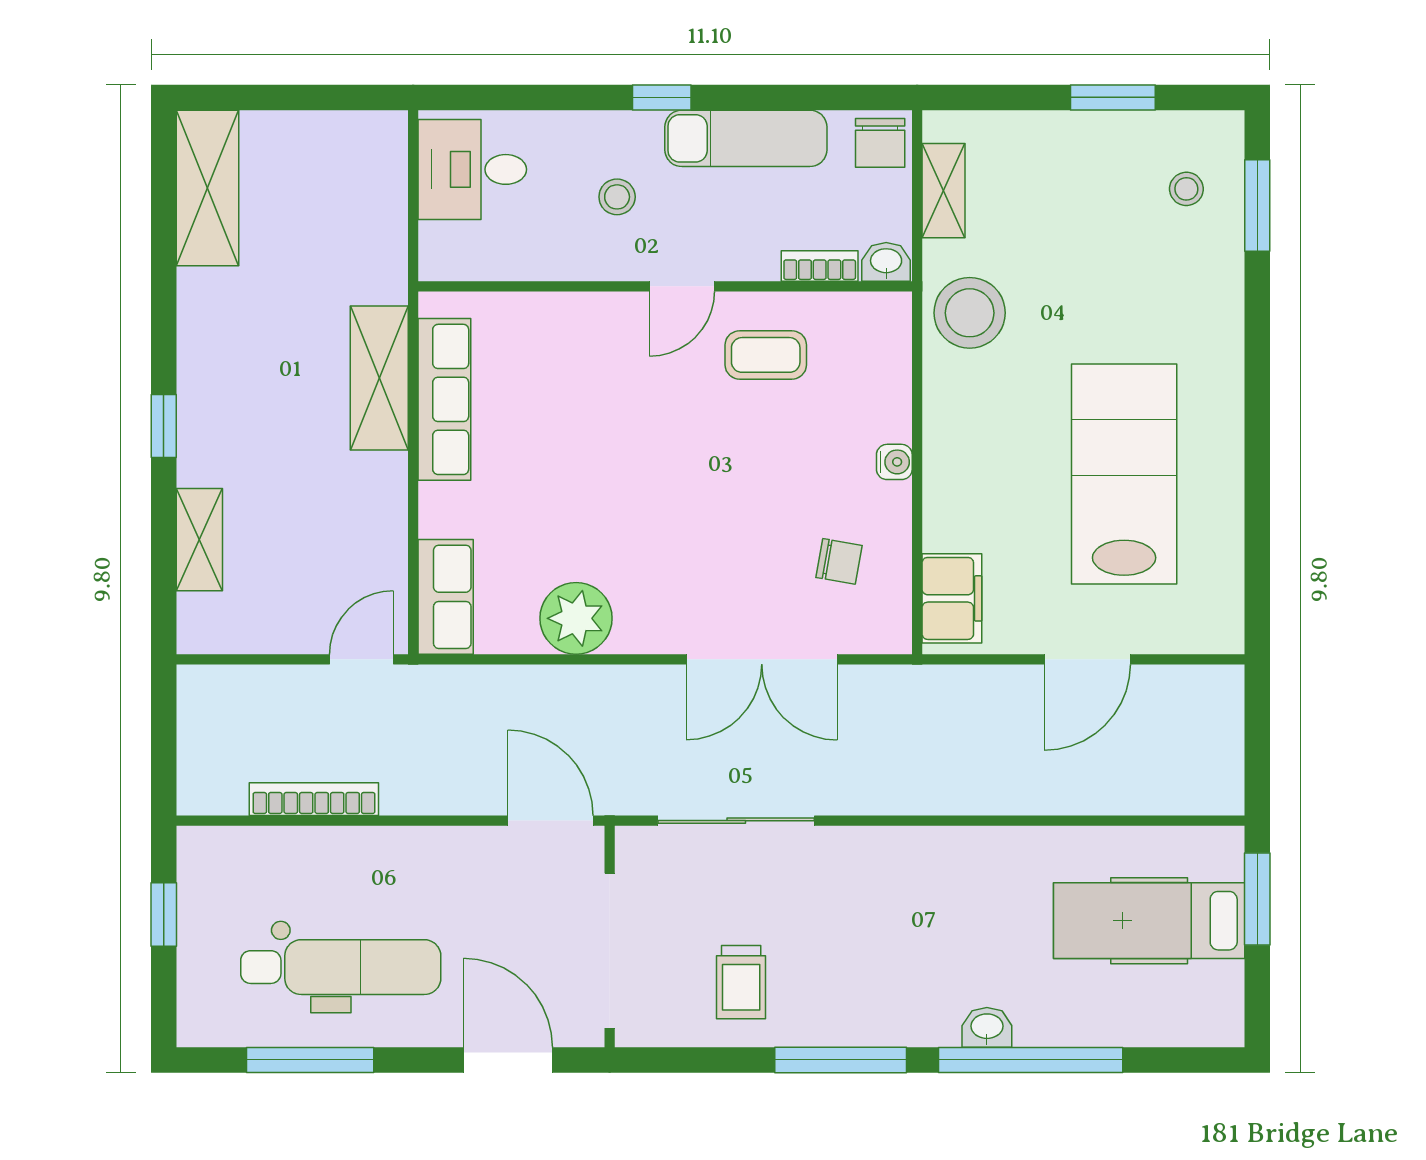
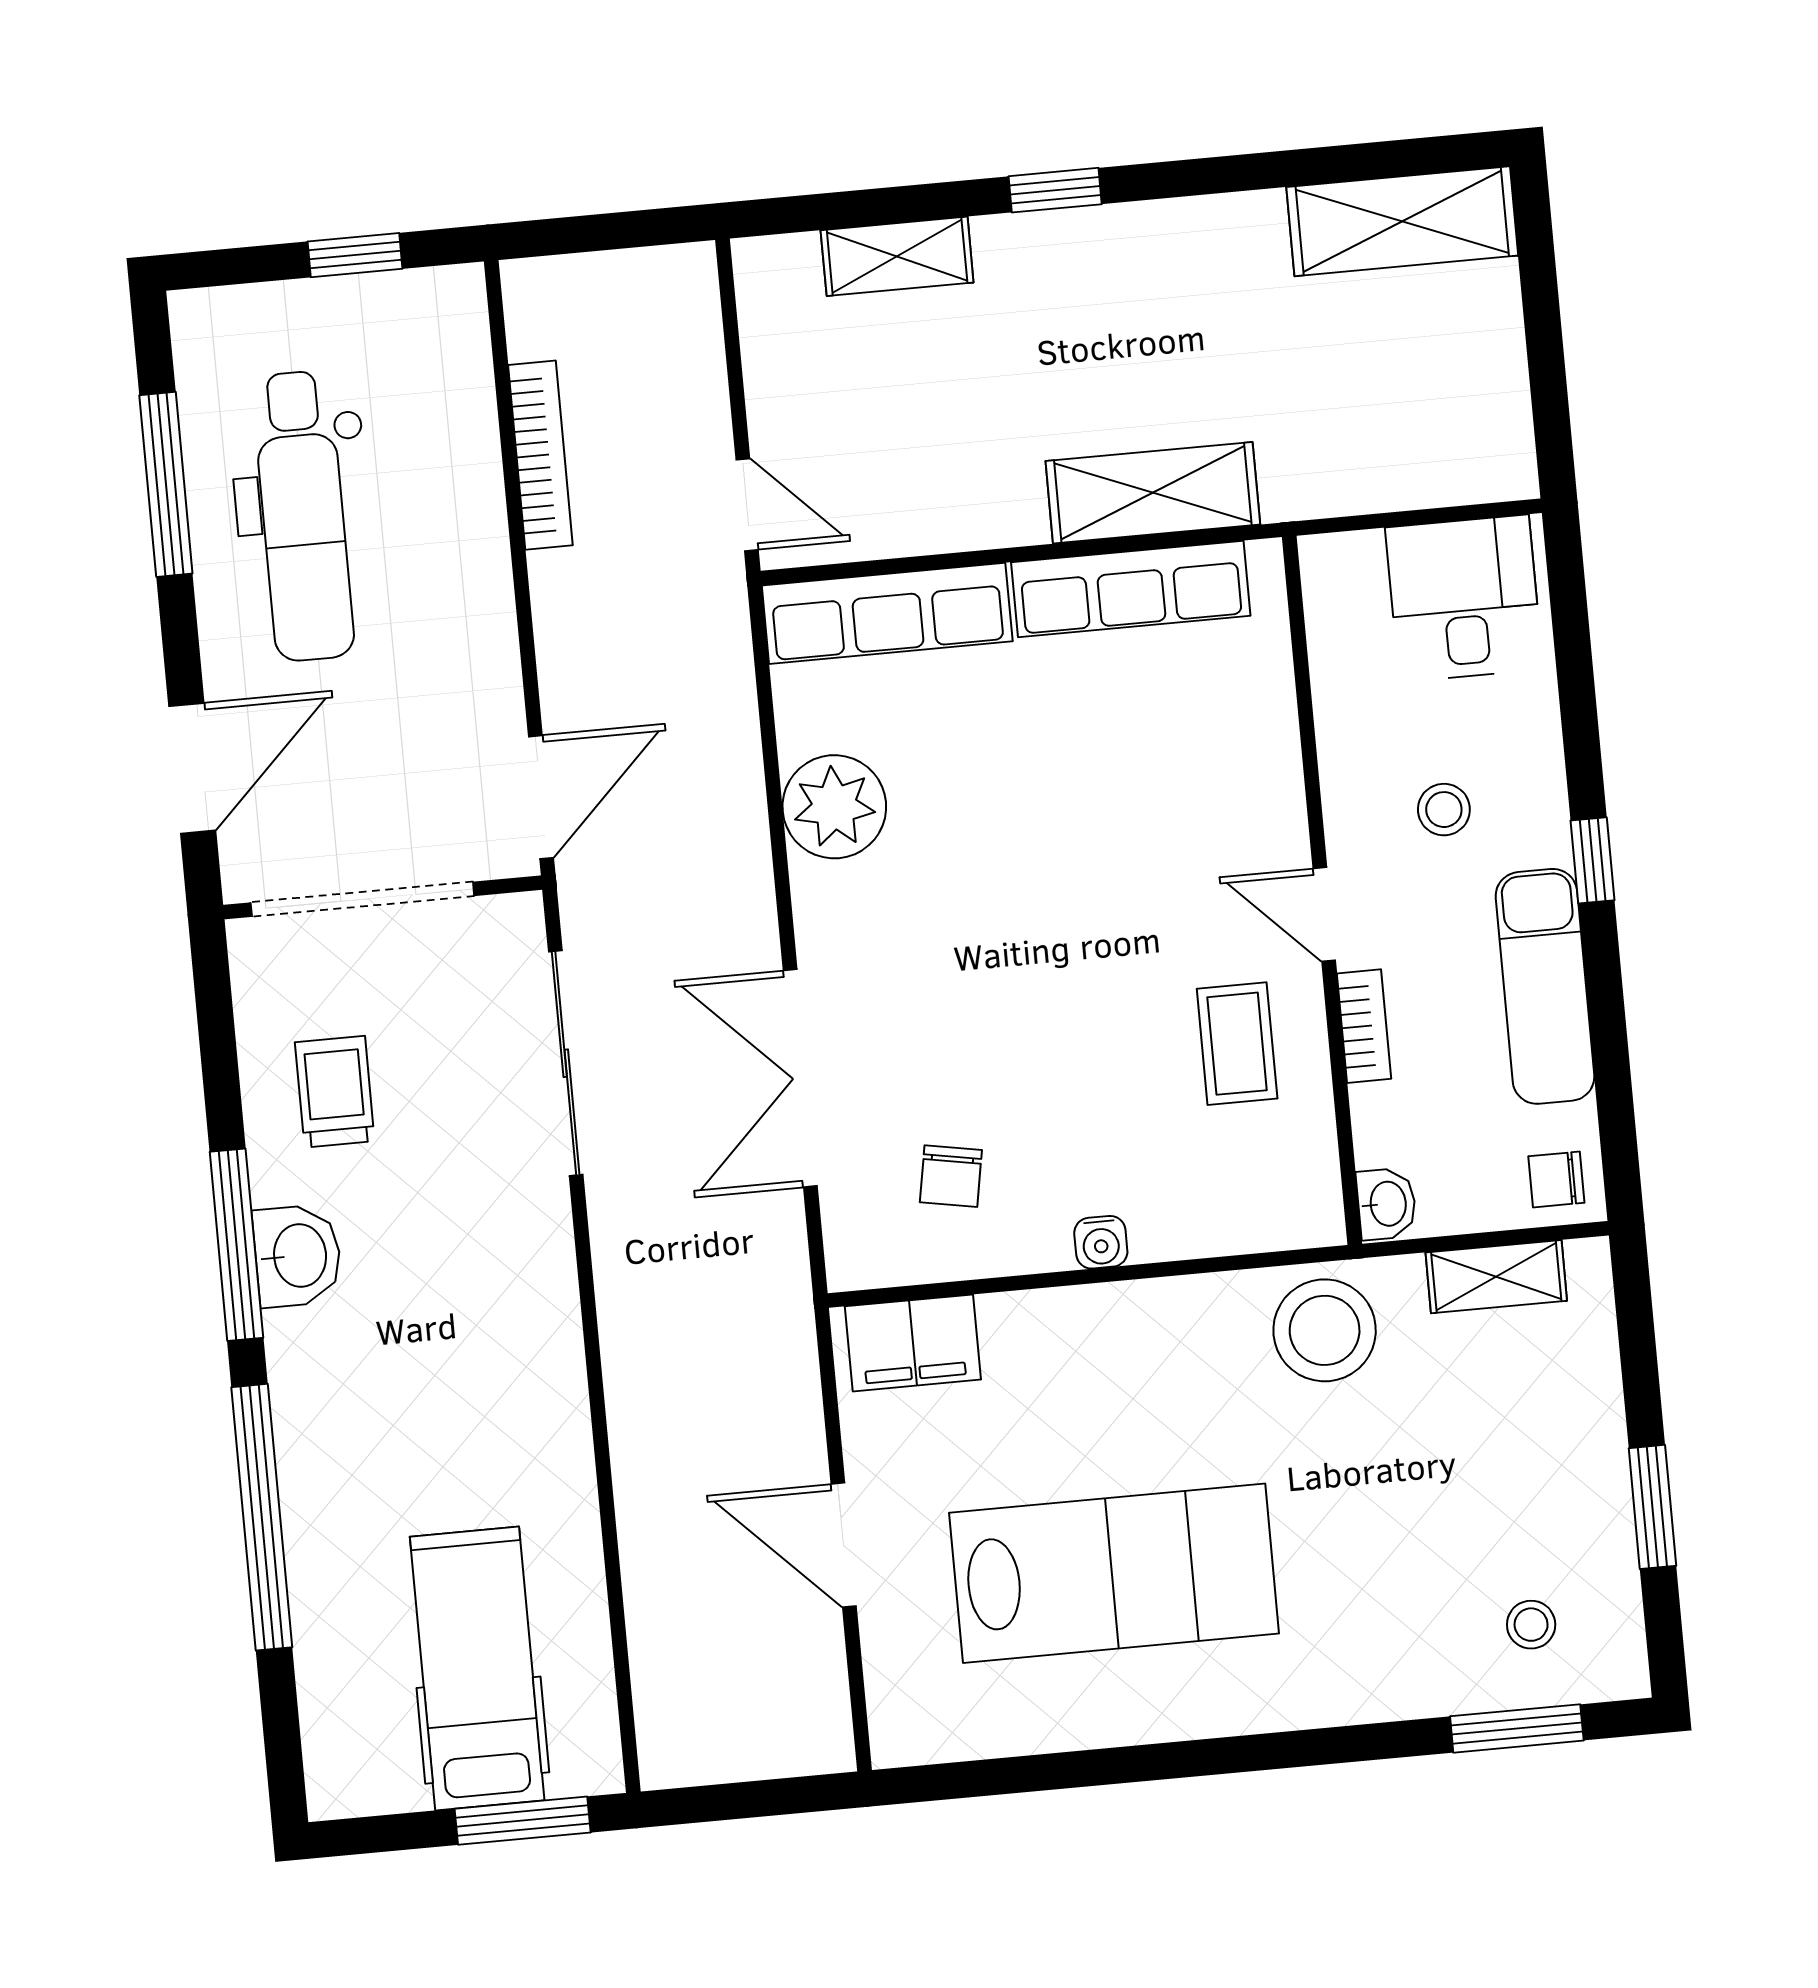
chair: (880, 143) -> (1556, 1180), width x0.73, depth x0.73
bookcase: (820, 266) -> (1364, 1026), moved
row of seats: (446, 597) -> (887, 613), width x1.48
trolley: (741, 982) -> (335, 1092), turned 90
washbasin: (987, 1027) -> (298, 1256), moved, width x1.38, depth x1.45

